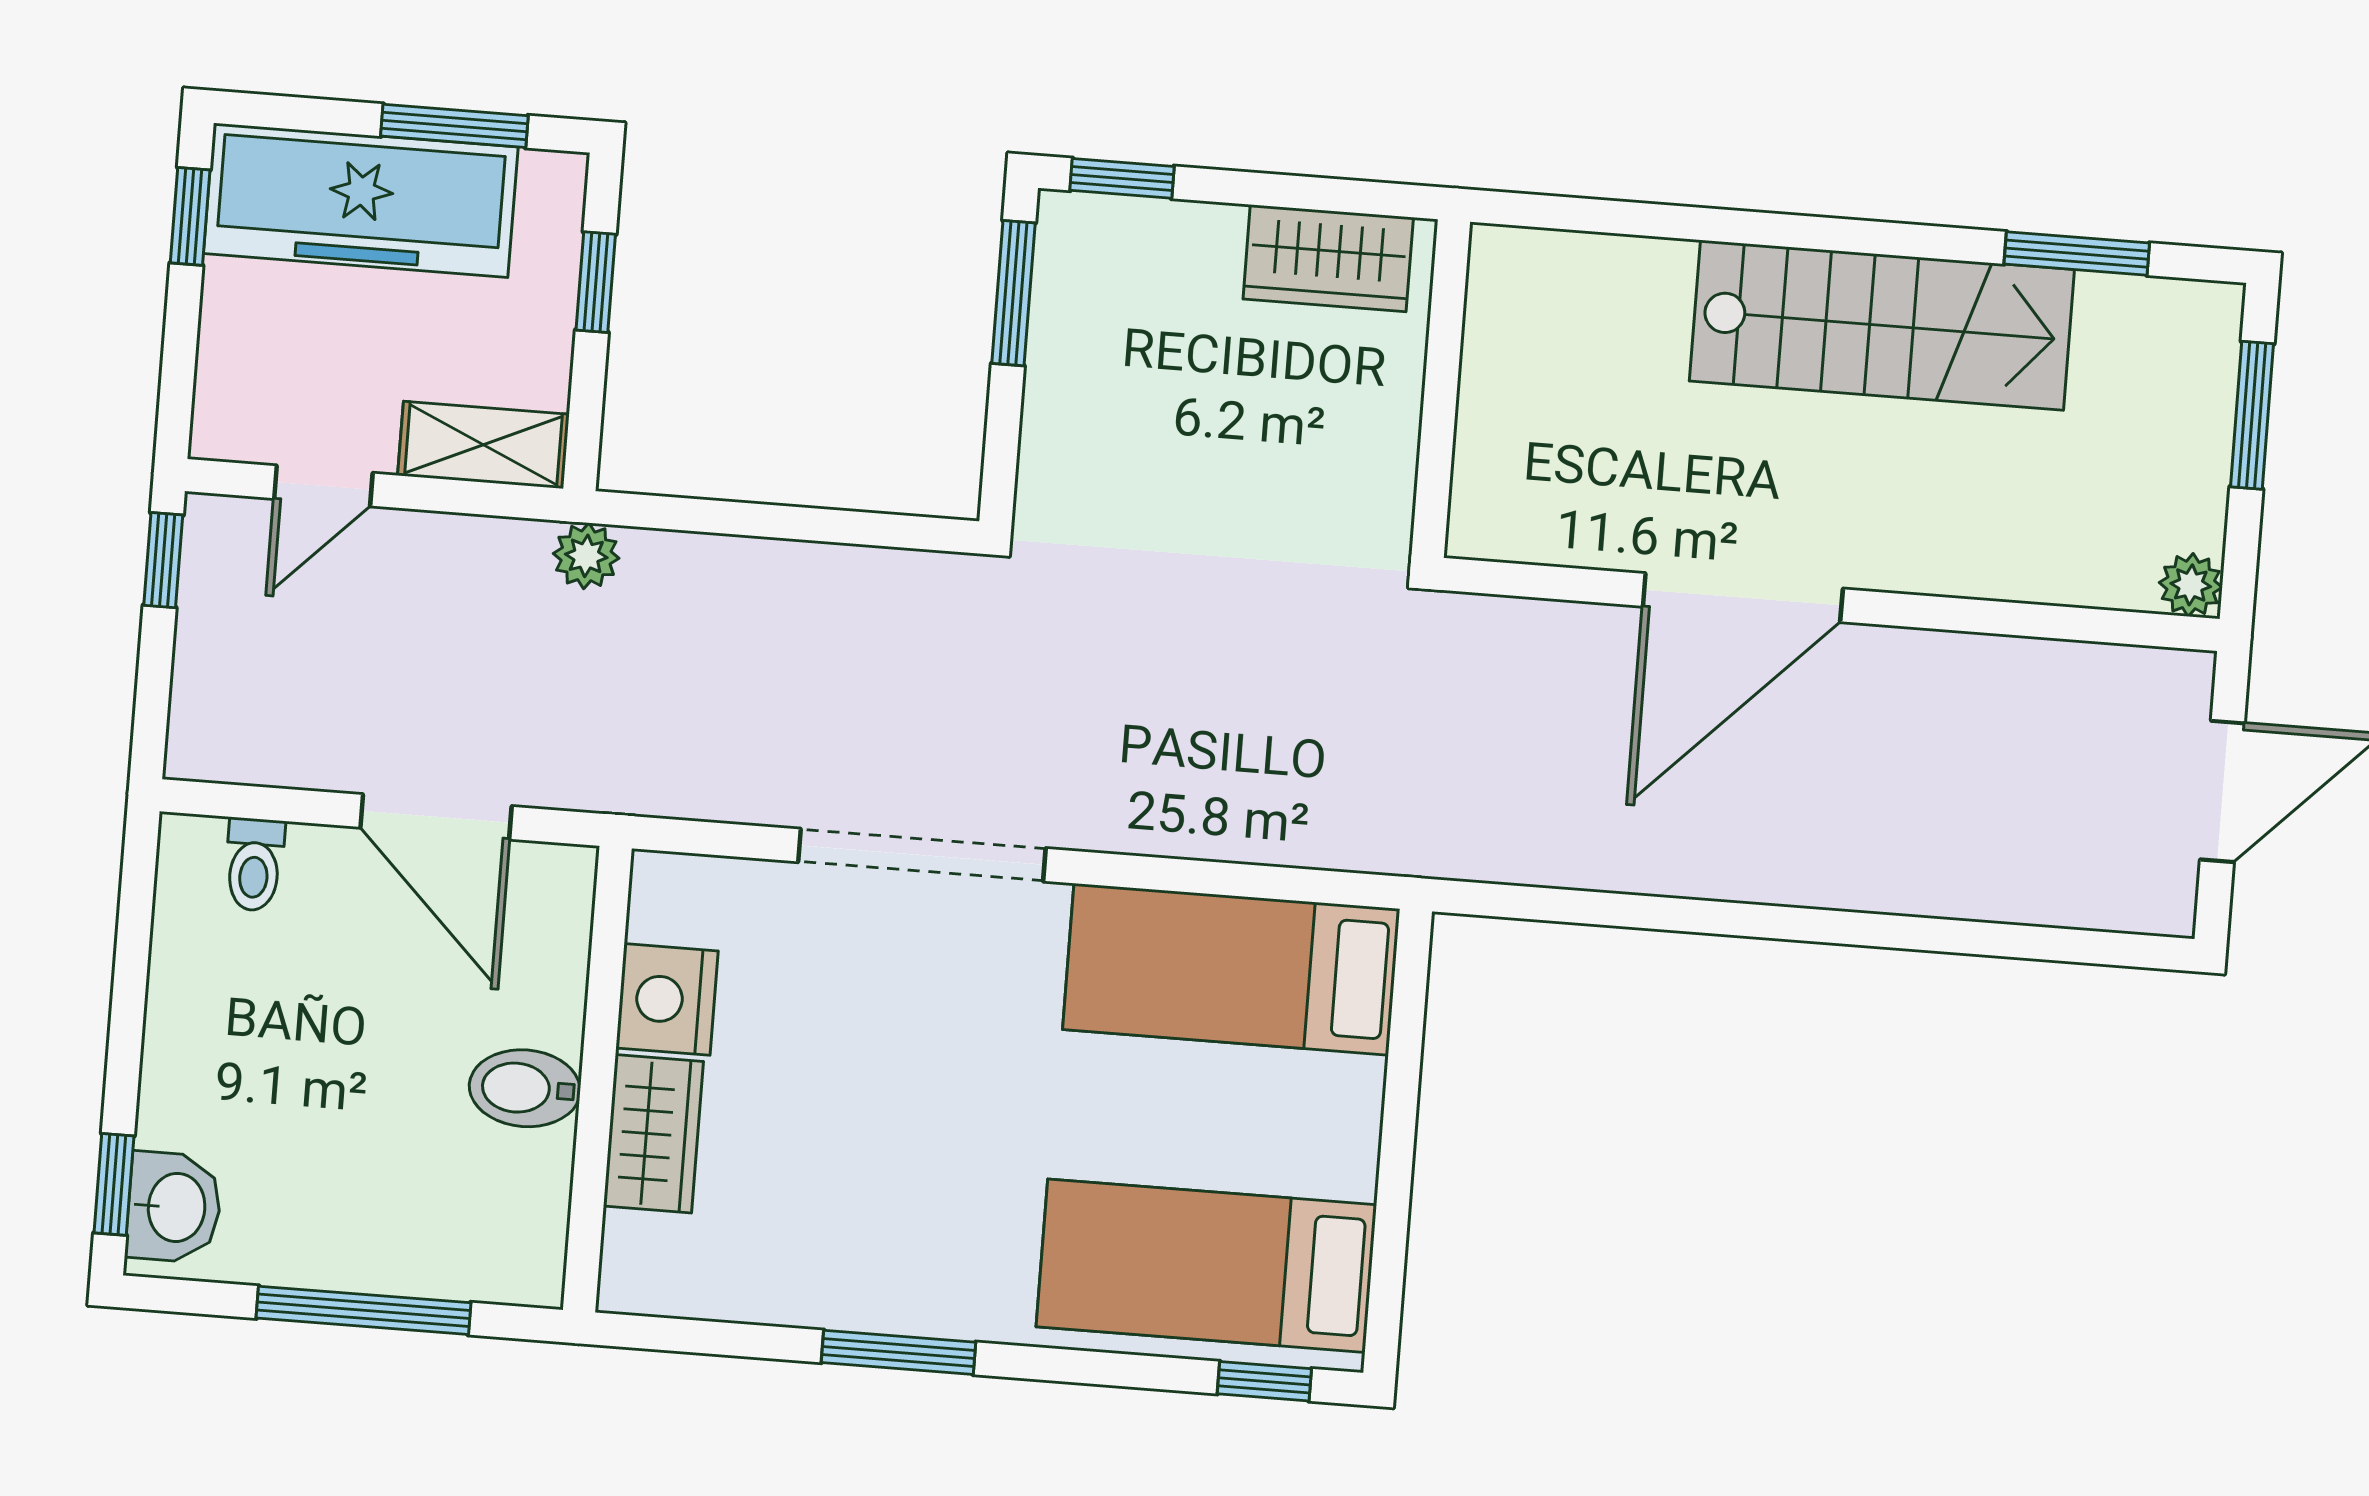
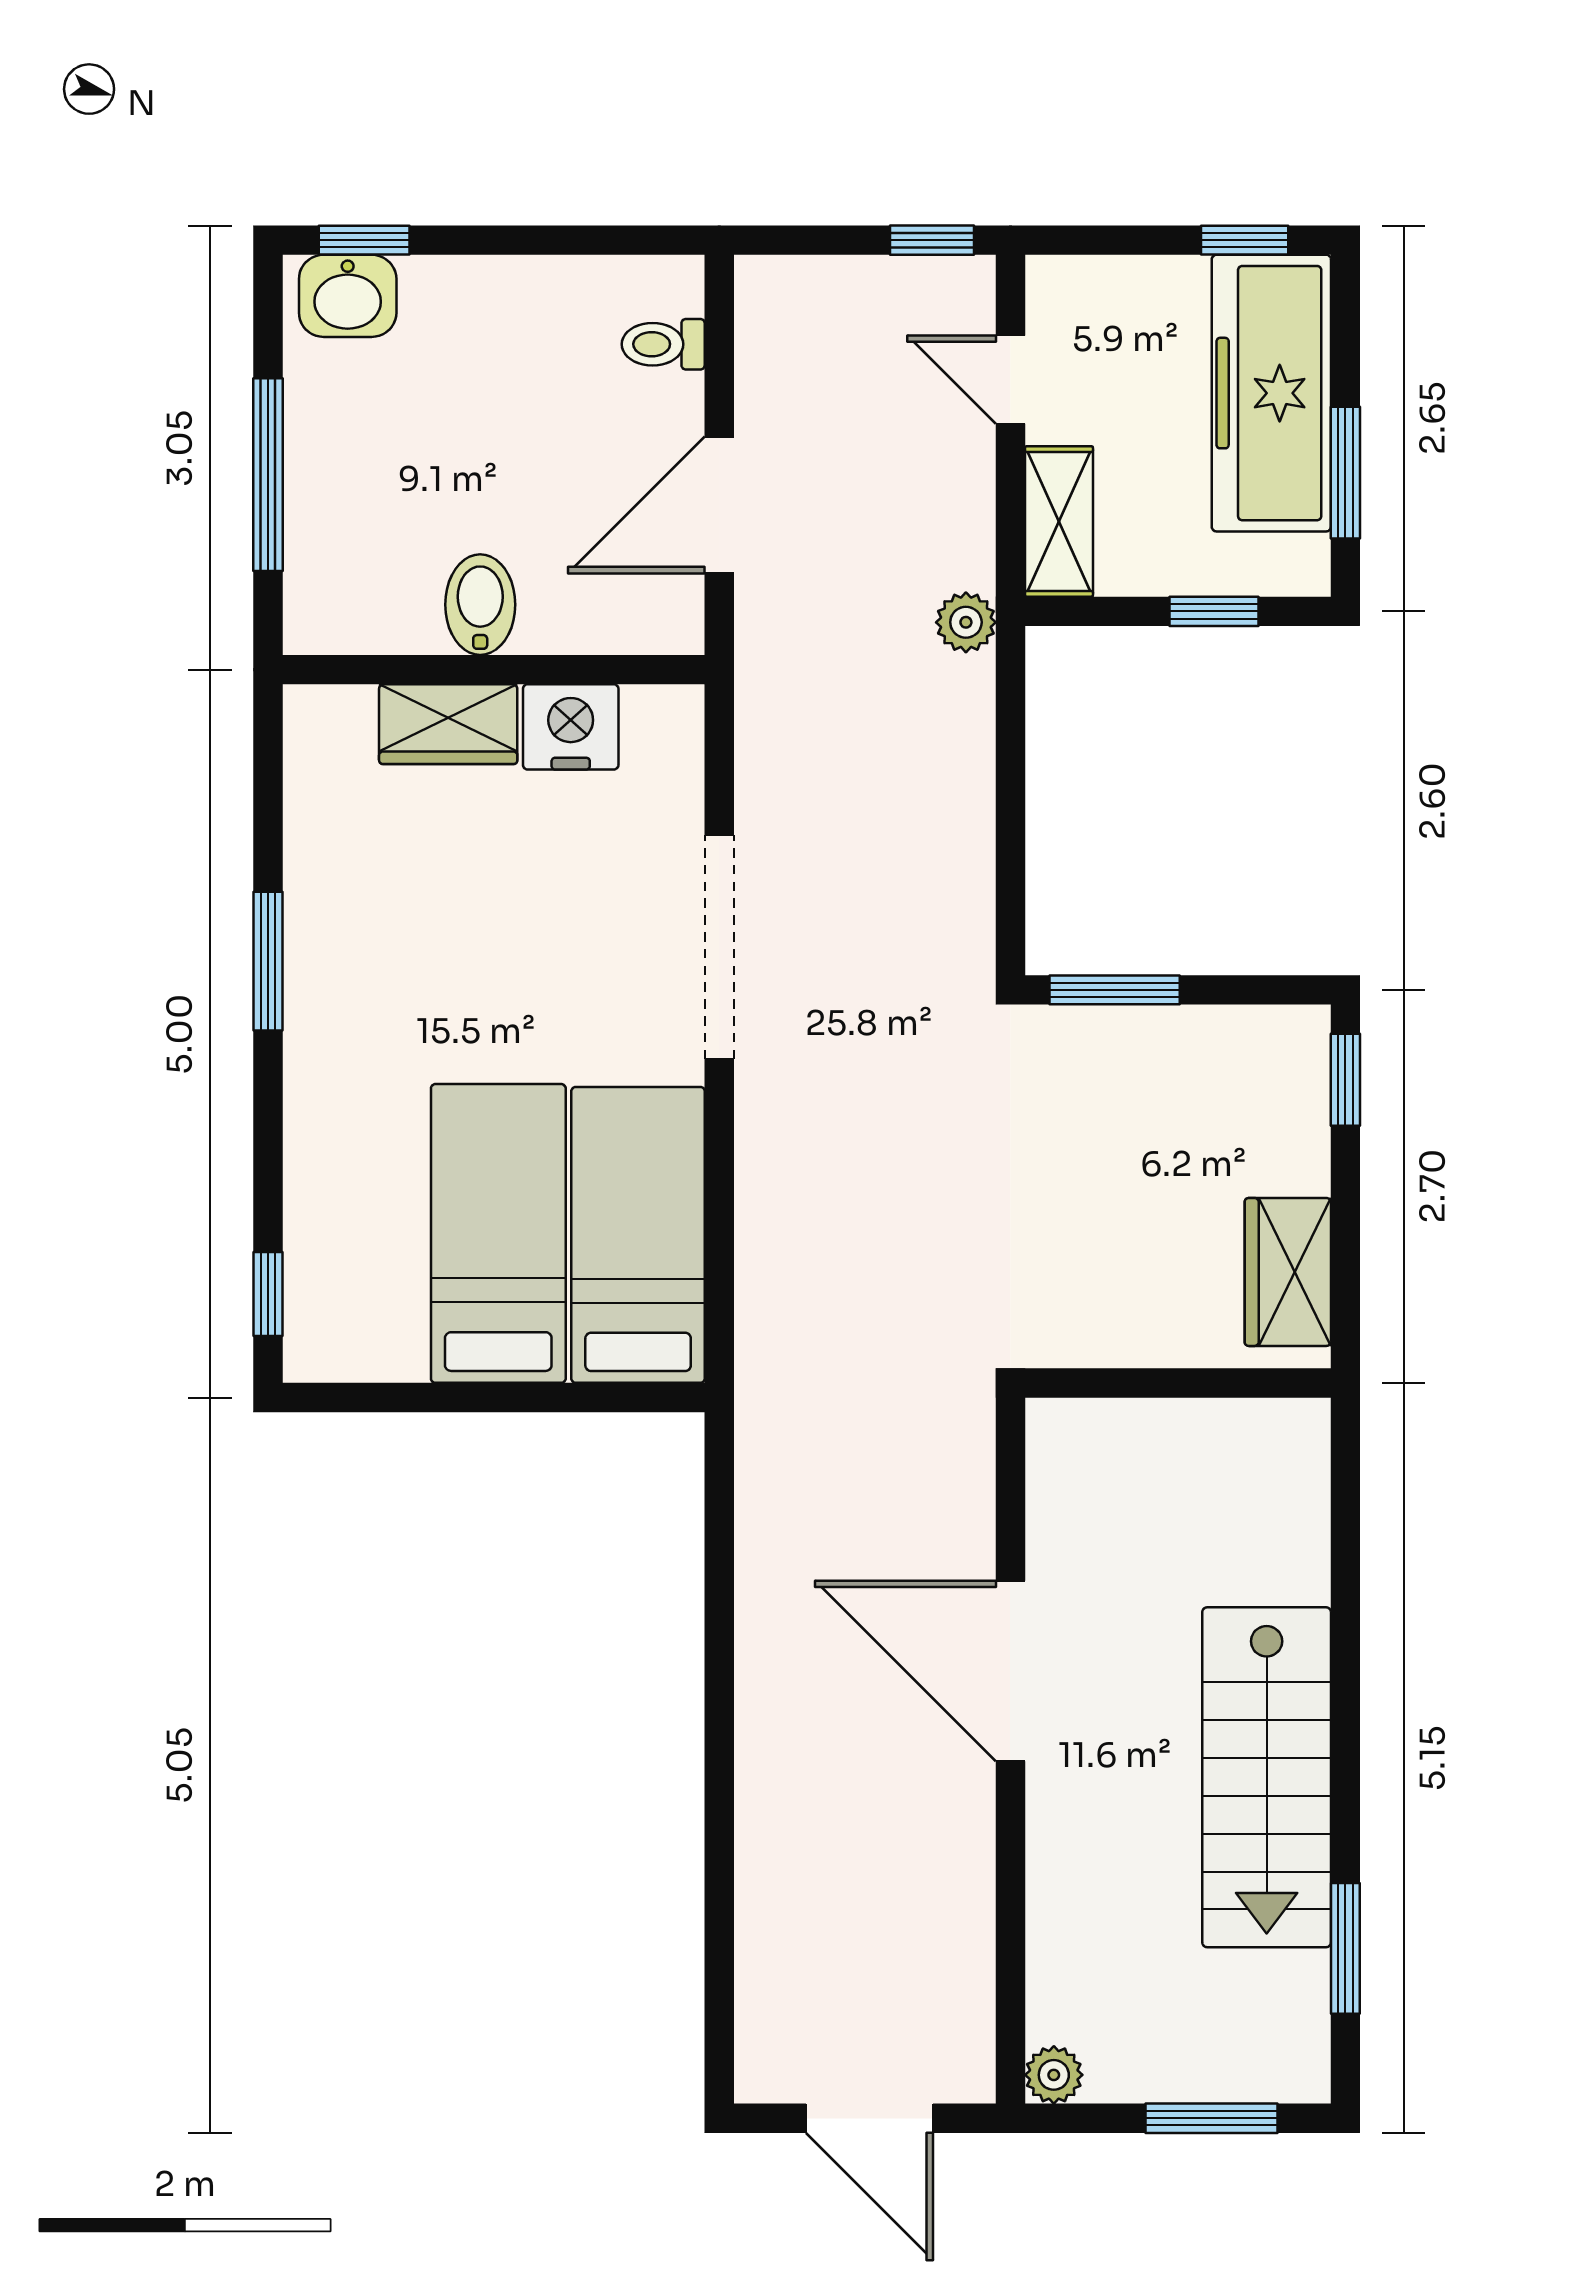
window: (1014, 293) -> (1115, 990), moved
bed: (1206, 1266) -> (498, 1233), moved

